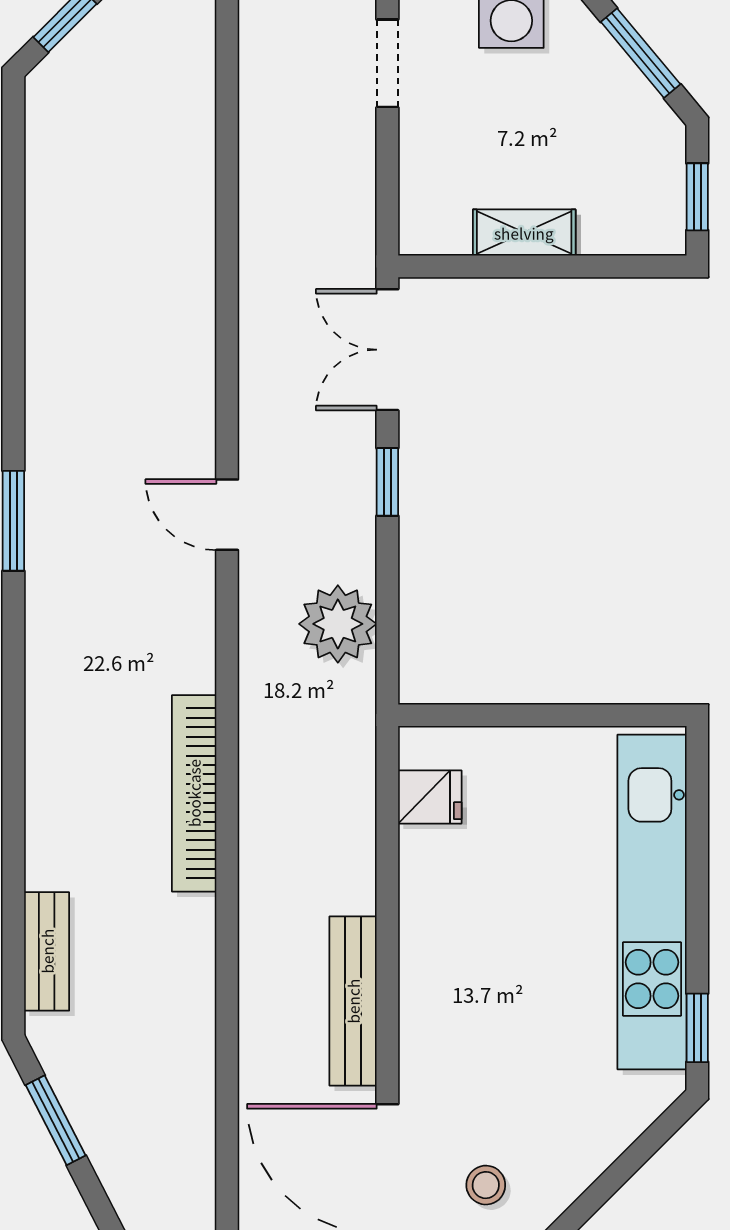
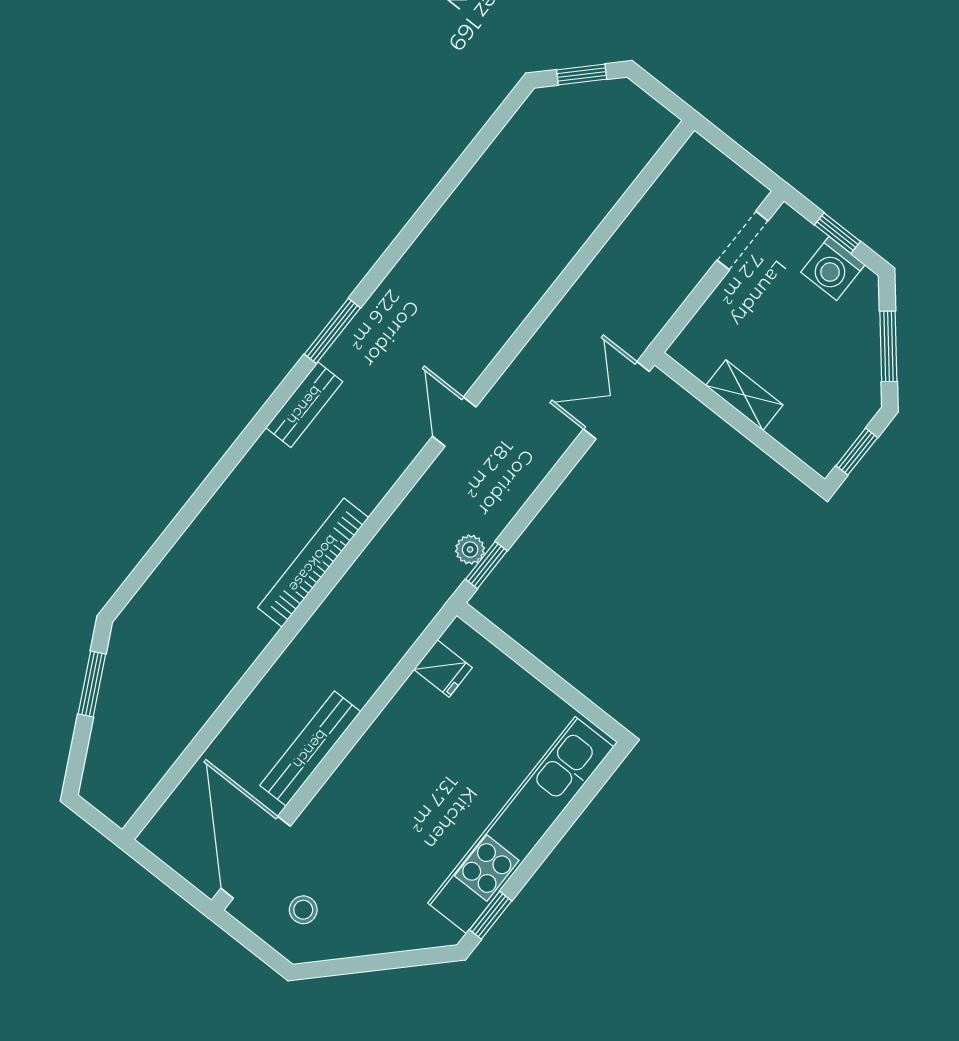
window: (387, 482) -> (486, 565), moved
plant: (338, 624) -> (470, 550), width x0.53, depth x0.53
bench: (47, 951) -> (304, 405), moved

